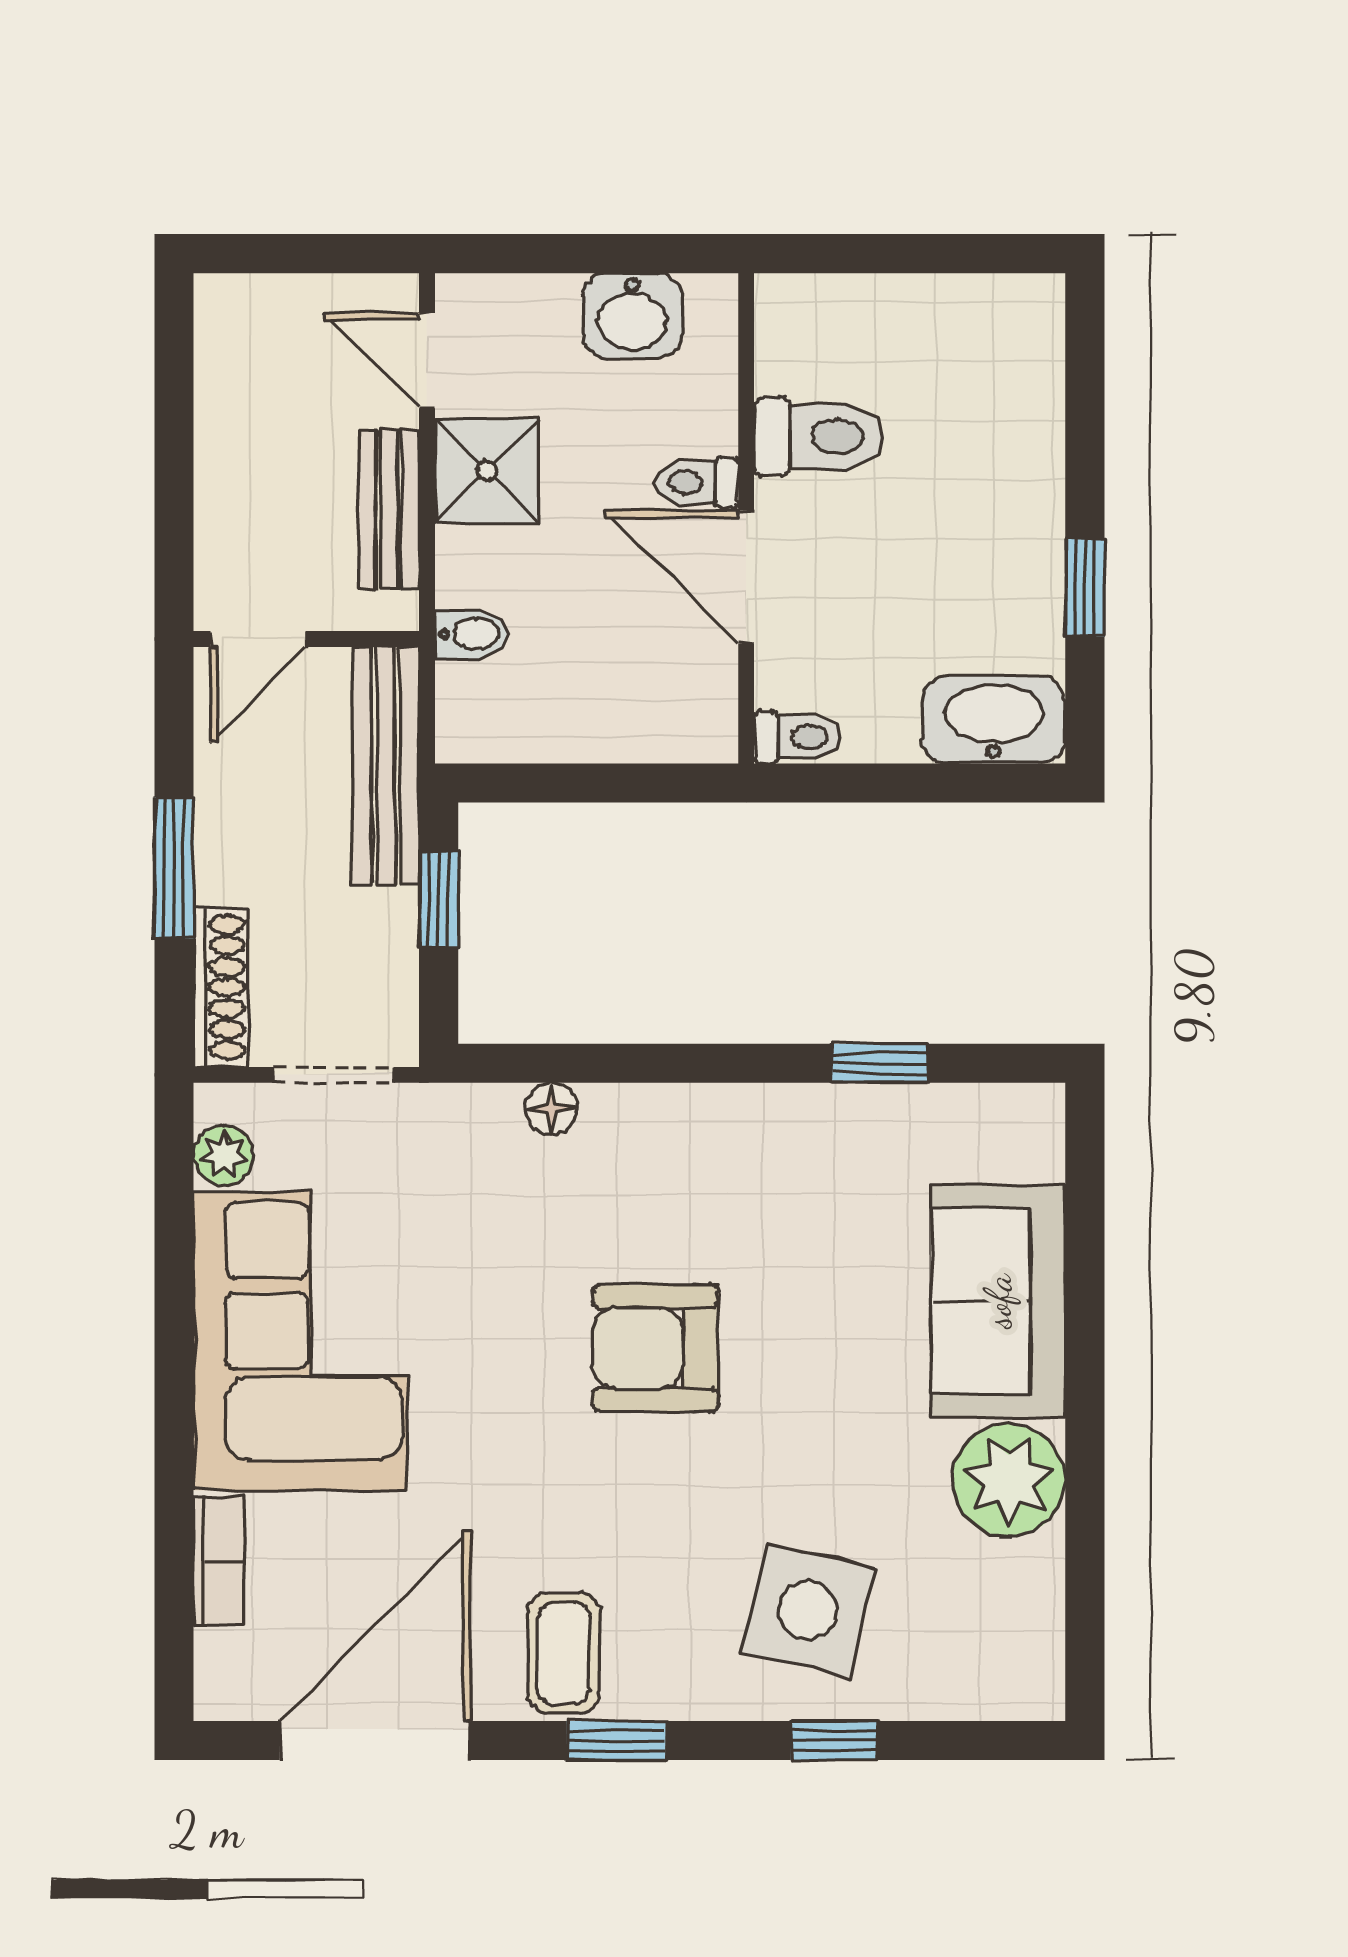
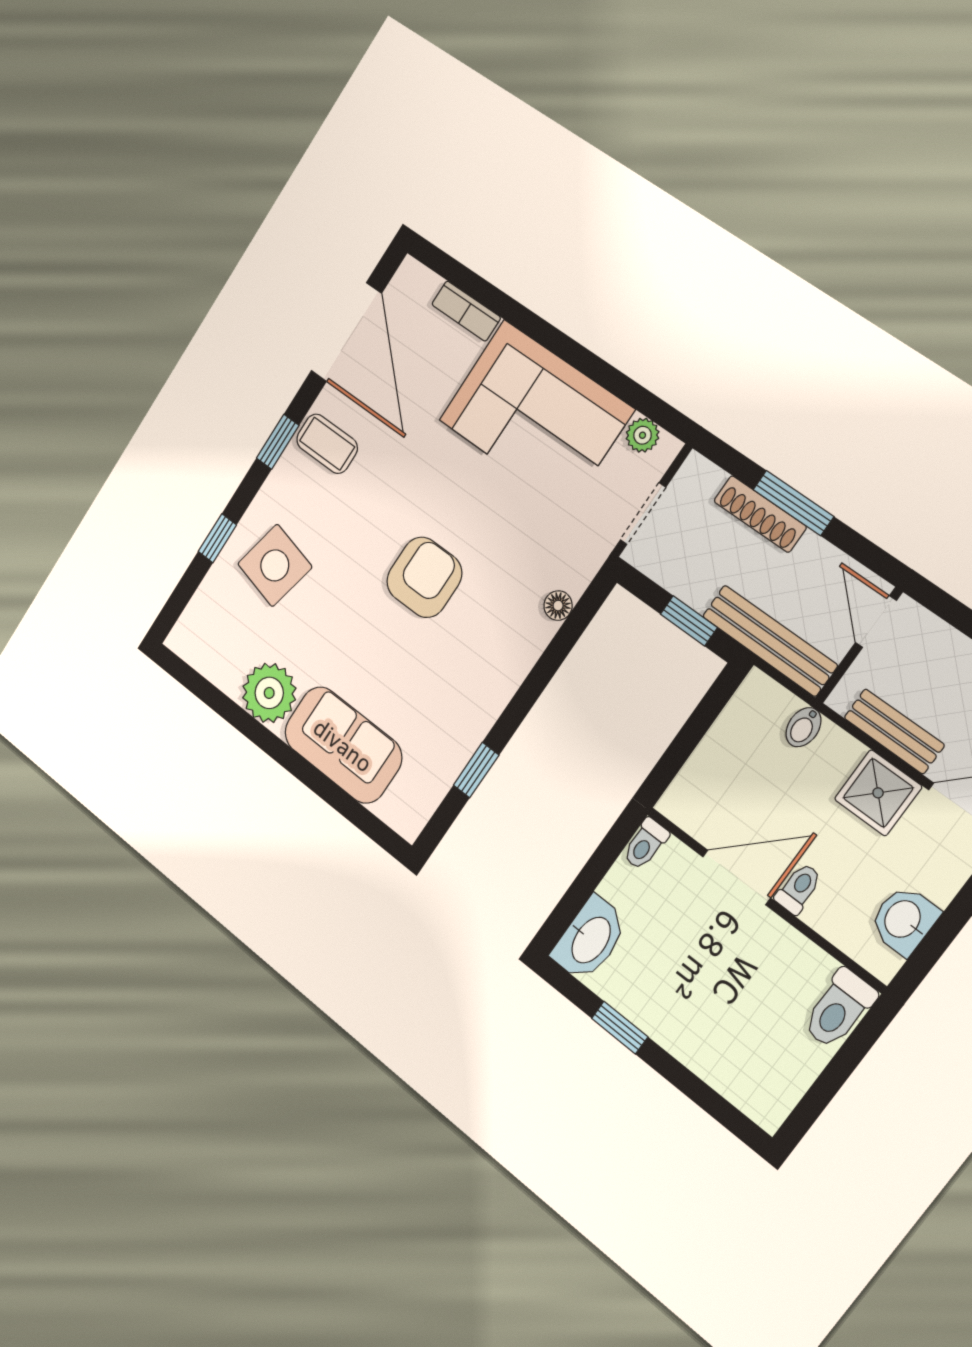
toilet: (819, 437) -> (839, 1009), moved
shoe rack: (221, 987) -> (760, 514), moved

